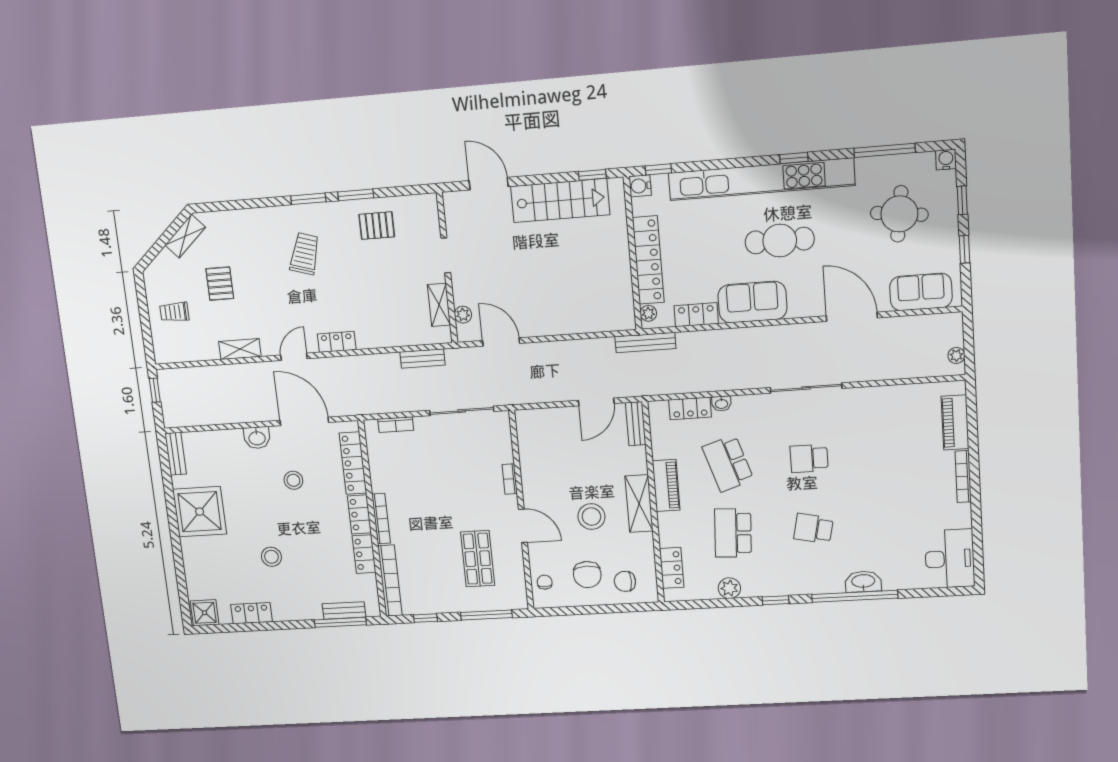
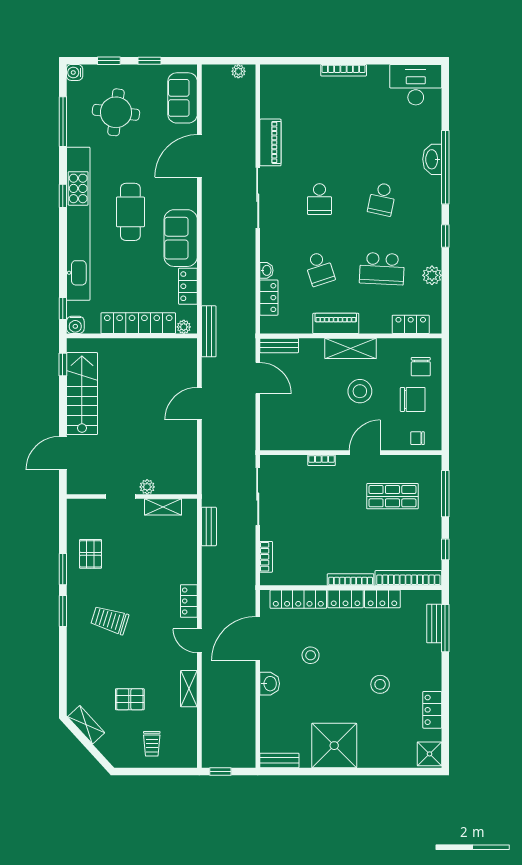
plant: (463, 315) -> (147, 487), moved
door: (501, 342) -> (199, 404), moved
piano: (955, 422) -> (270, 142), moved, turned -90
school desk: (728, 463) -> (319, 269), width x0.54

